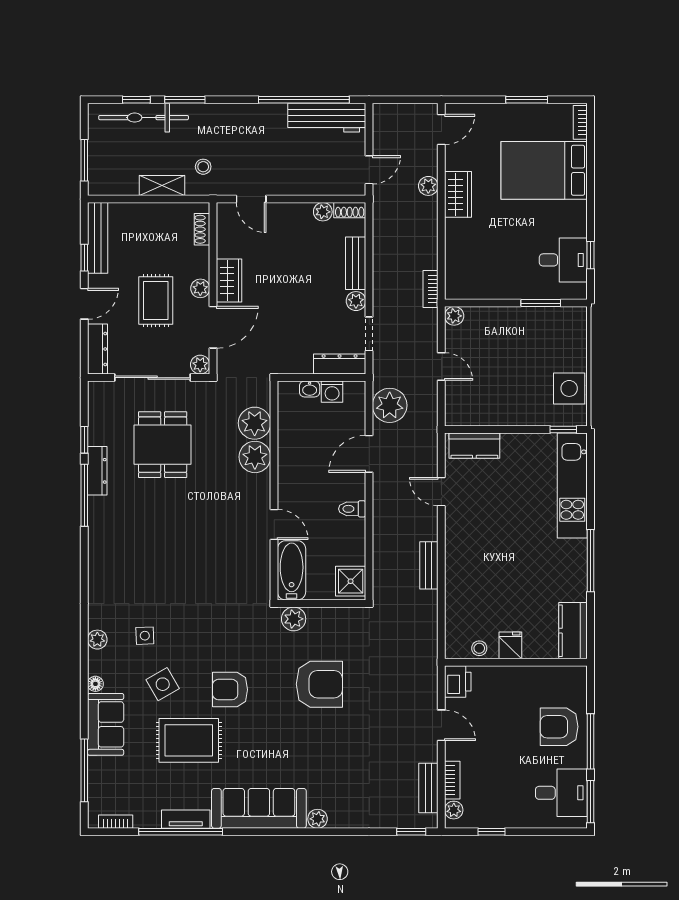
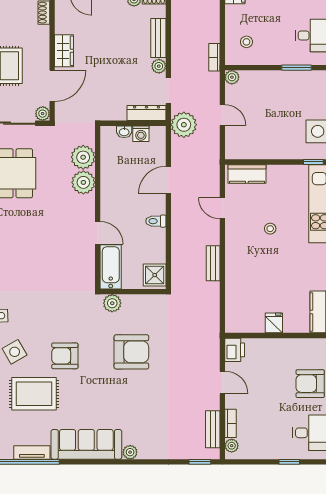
stool: (474, 268) -> (246, 42), added
plant: (200, 288) -> (43, 57), removed
plant: (390, 405) -> (184, 125), moved
stool: (479, 648) -> (270, 229), moved
window: (492, 832) -> (289, 462), moved

